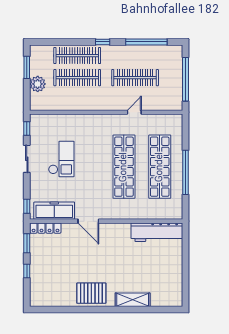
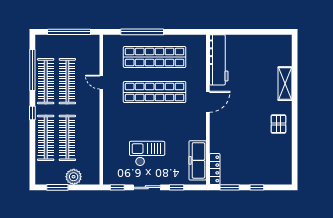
clothes rail: (135, 56) -> (46, 81), added
window: (185, 172) -> (142, 32), moved
window: (27, 206) -> (177, 187), moved
door: (88, 221) -> (208, 102), moved
pallet: (91, 293) -> (278, 124), width x0.67, depth x0.71

